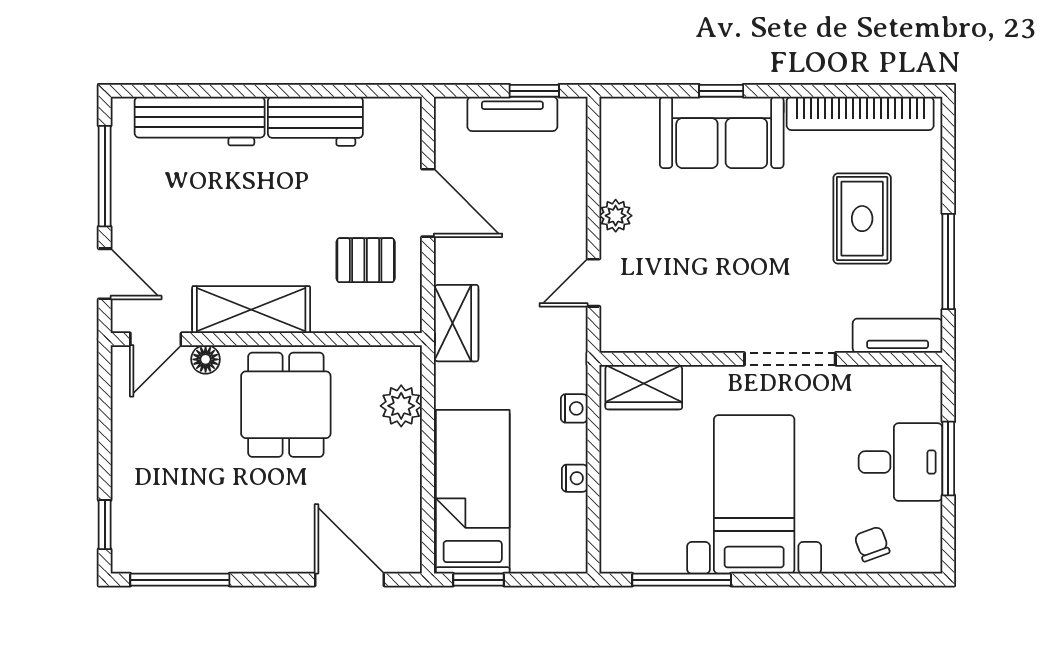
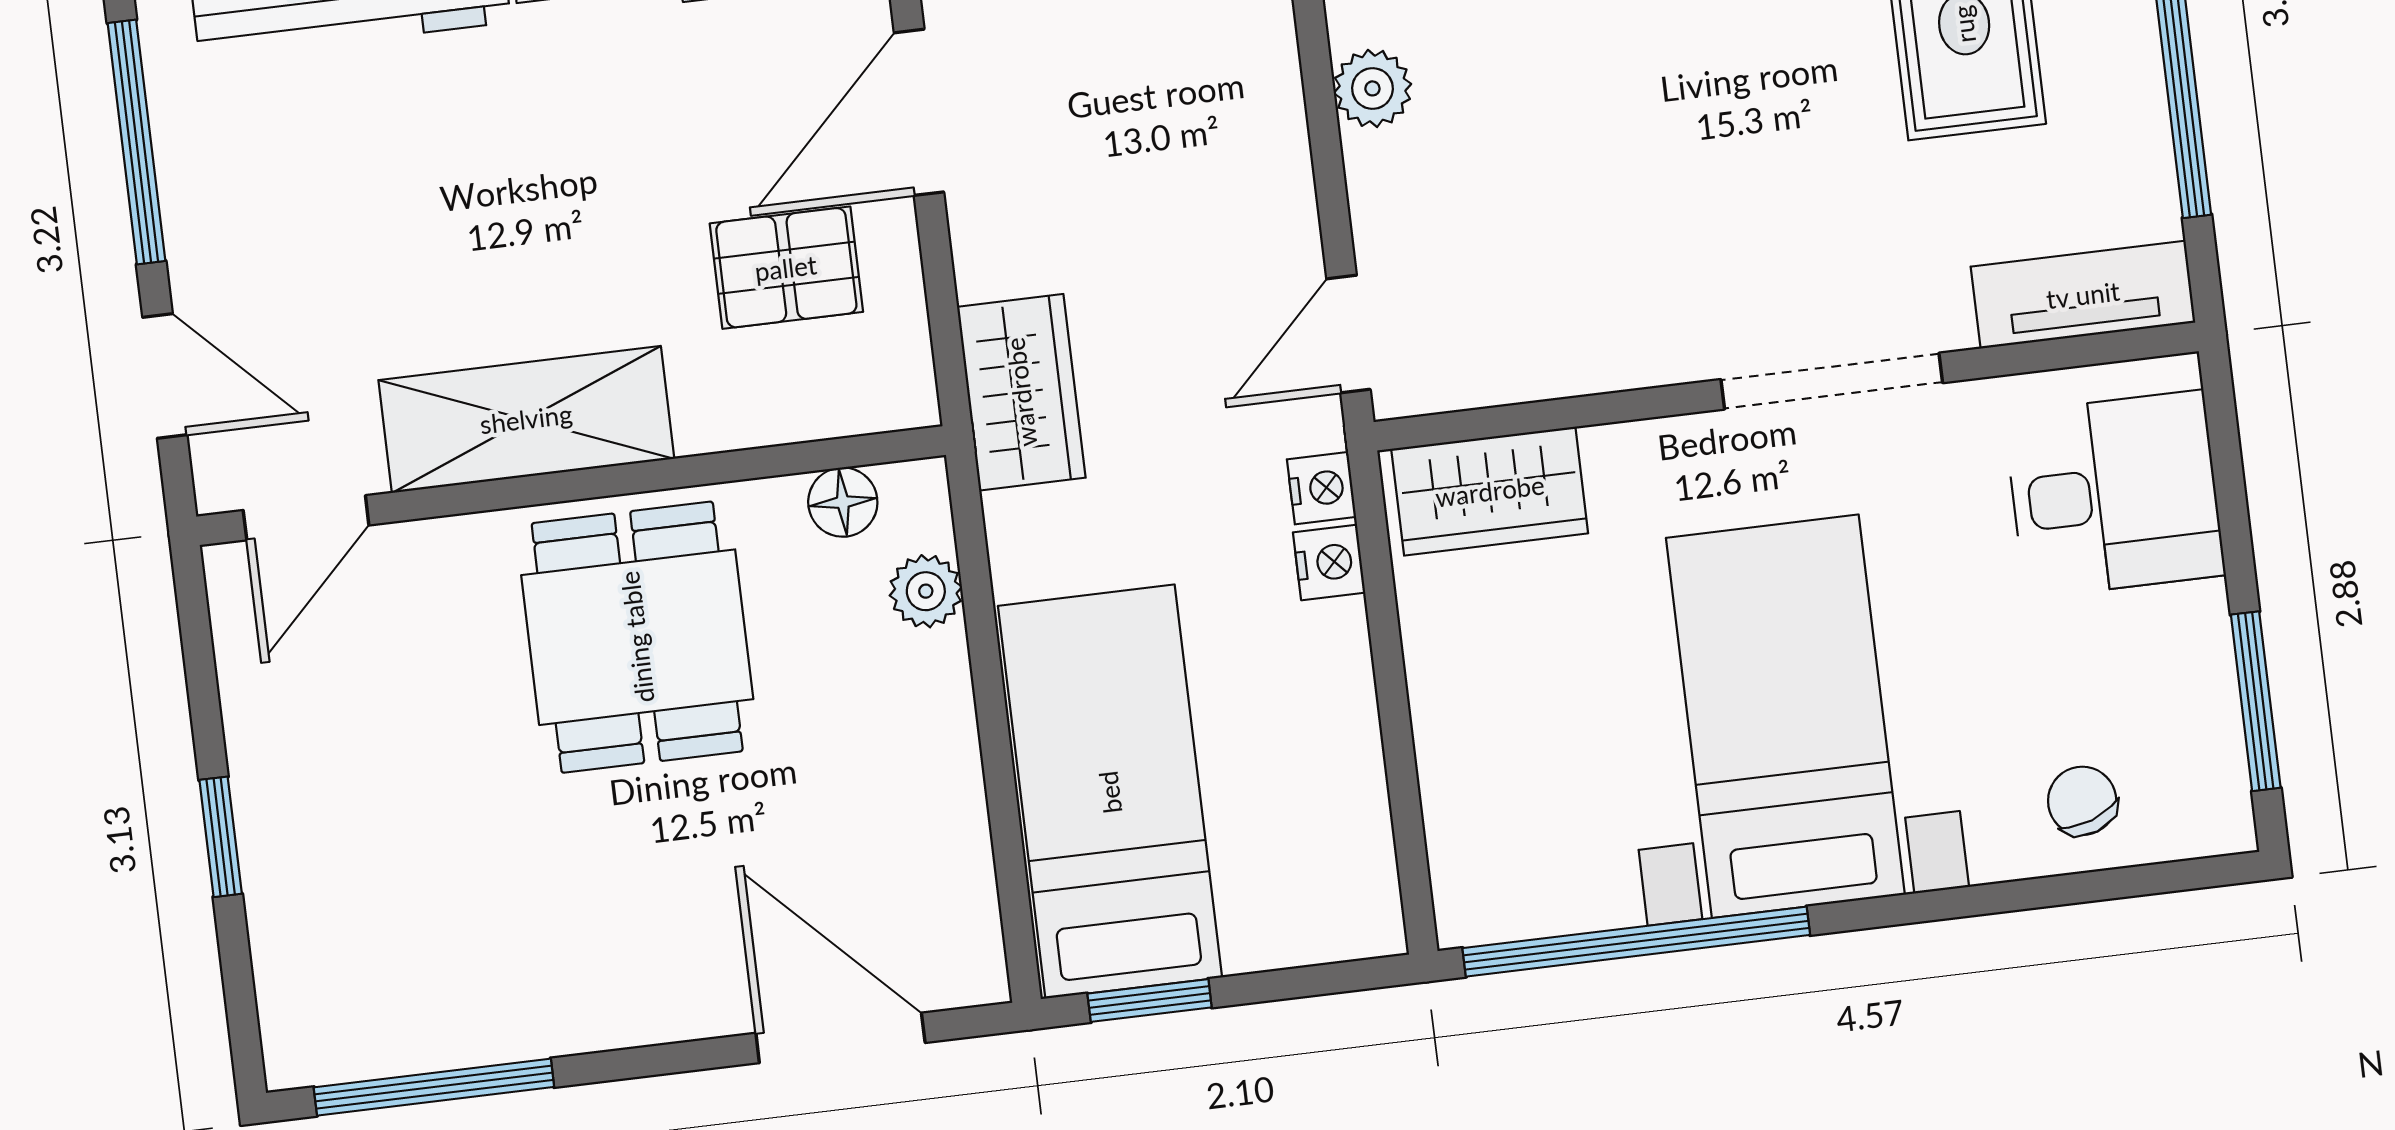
door: (428, 203) -> (919, 112), swing flipped
door: (593, 283) -> (1348, 334), moved
floor lamp: (206, 359) -> (843, 502), moved
plant: (401, 406) -> (926, 591), width x0.73, depth x0.73
window: (948, 459) -> (2256, 701), moved
desk: (901, 462) -> (2114, 494), moved
nightstand: (575, 478) -> (1322, 488), moved
window: (105, 525) -> (221, 837), moved
window: (682, 580) -> (1636, 942), width x1.46

